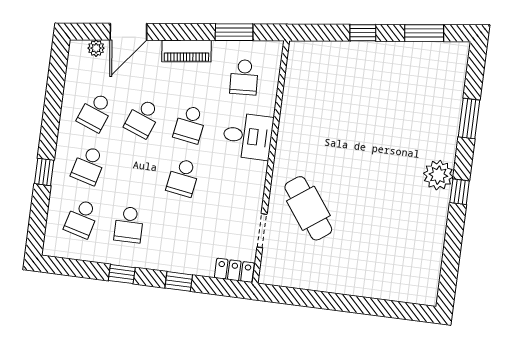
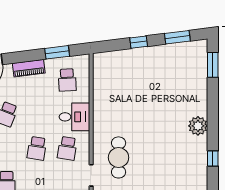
window: (469, 119) -> (213, 65), moved
school desk: (190, 124) -> (67, 148), moved
window: (460, 192) -> (213, 159), moved
cafe table: (308, 208) -> (119, 157), turned 36

